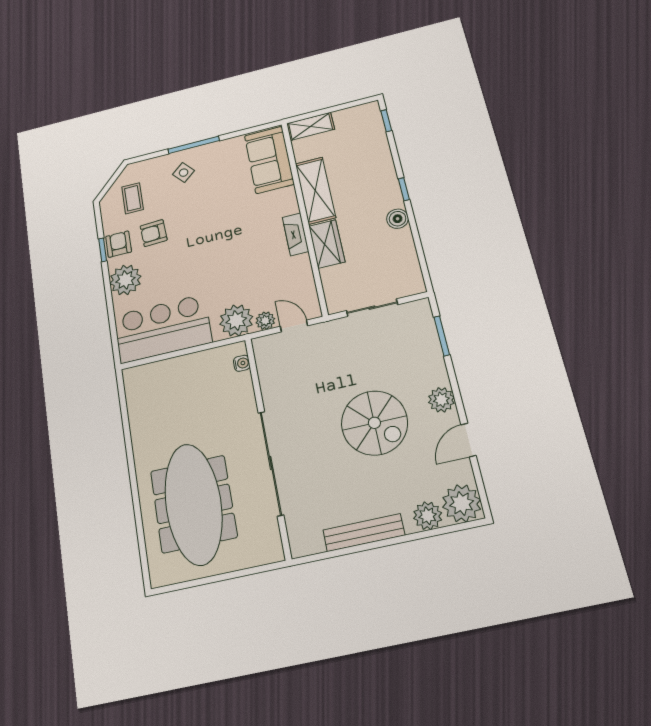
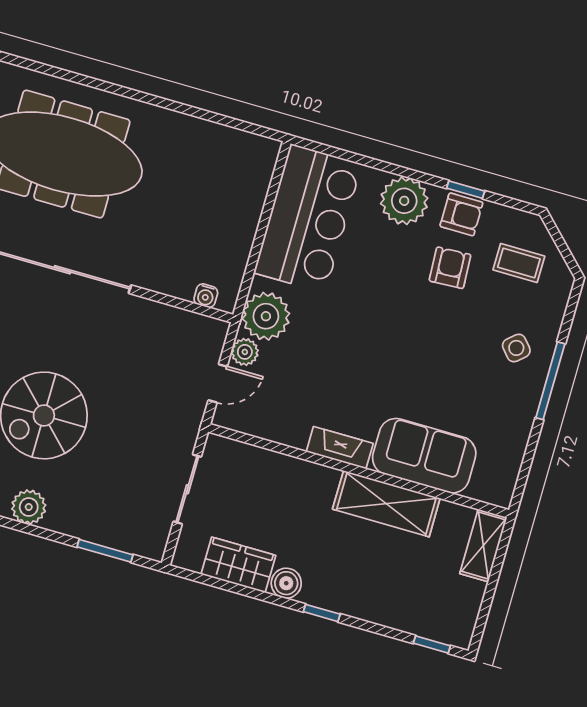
sofa: (269, 160) -> (424, 456), moved
wardrobe: (327, 244) -> (238, 565), moved, turned 180

